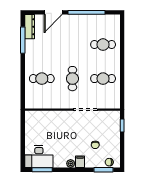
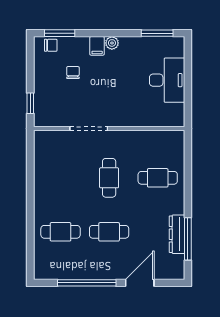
dresser: (30, 27) -> (177, 234), moved
cafe table: (103, 79) -> (109, 232), moved
desk: (39, 157) -> (167, 80), moved, turned 90

